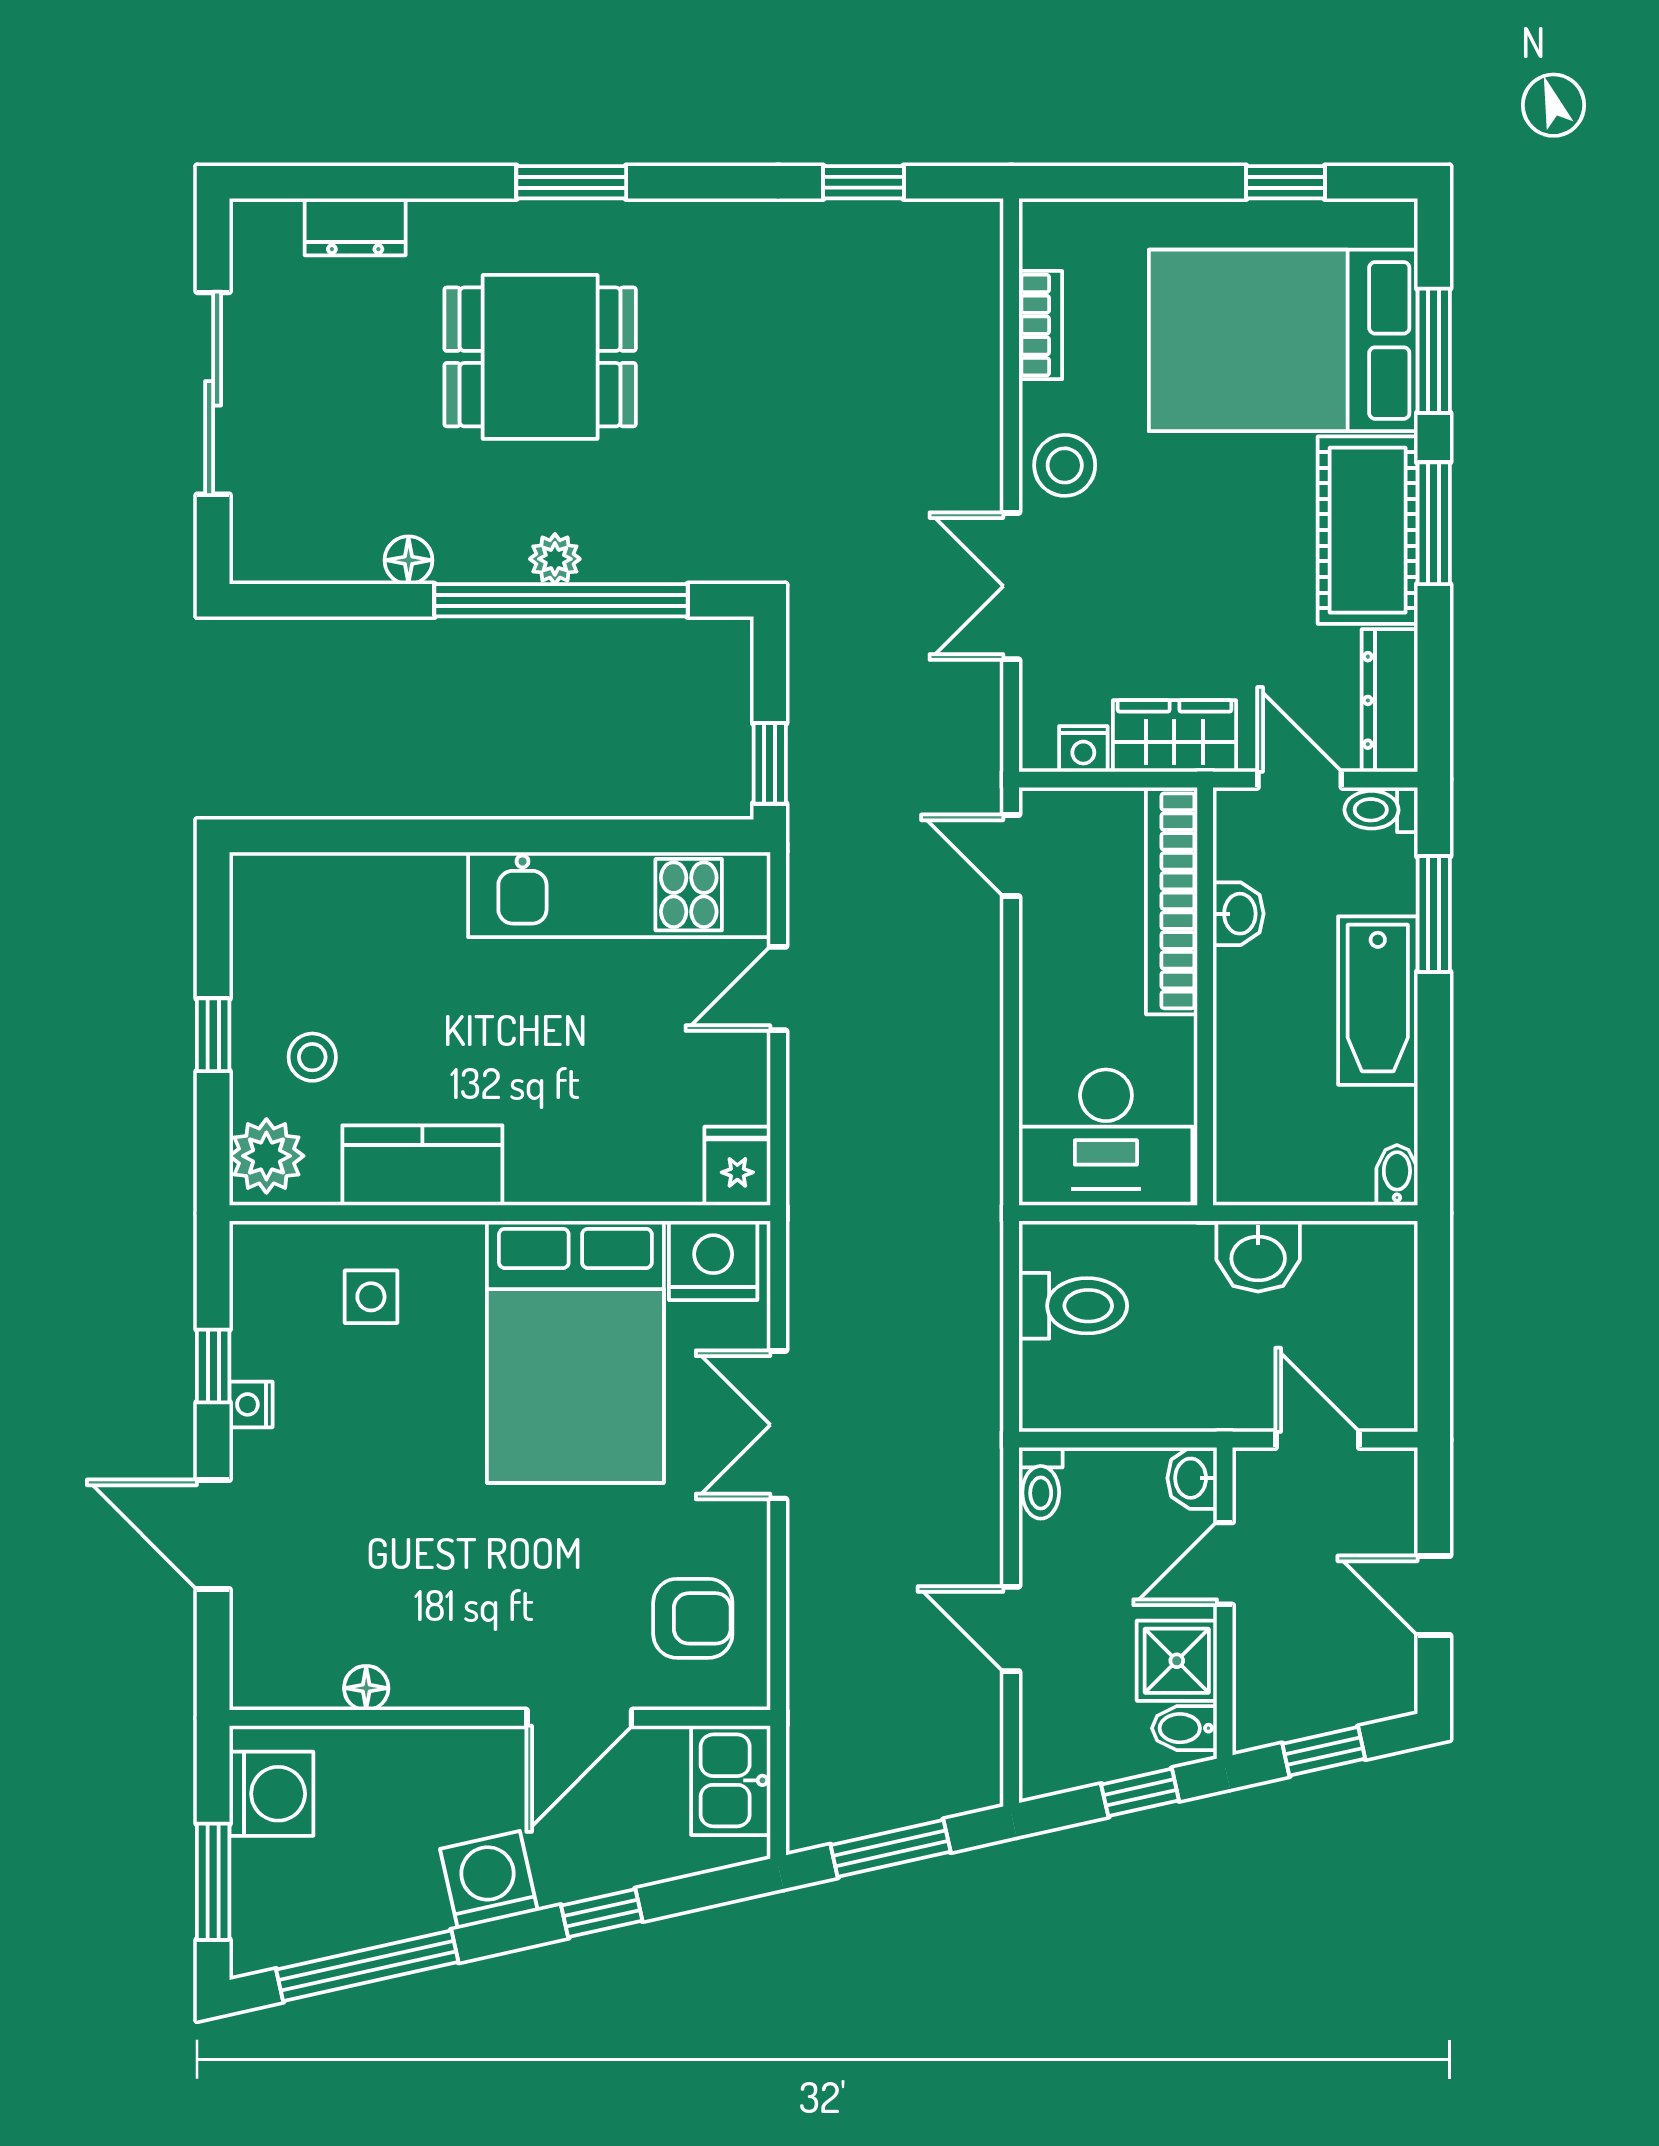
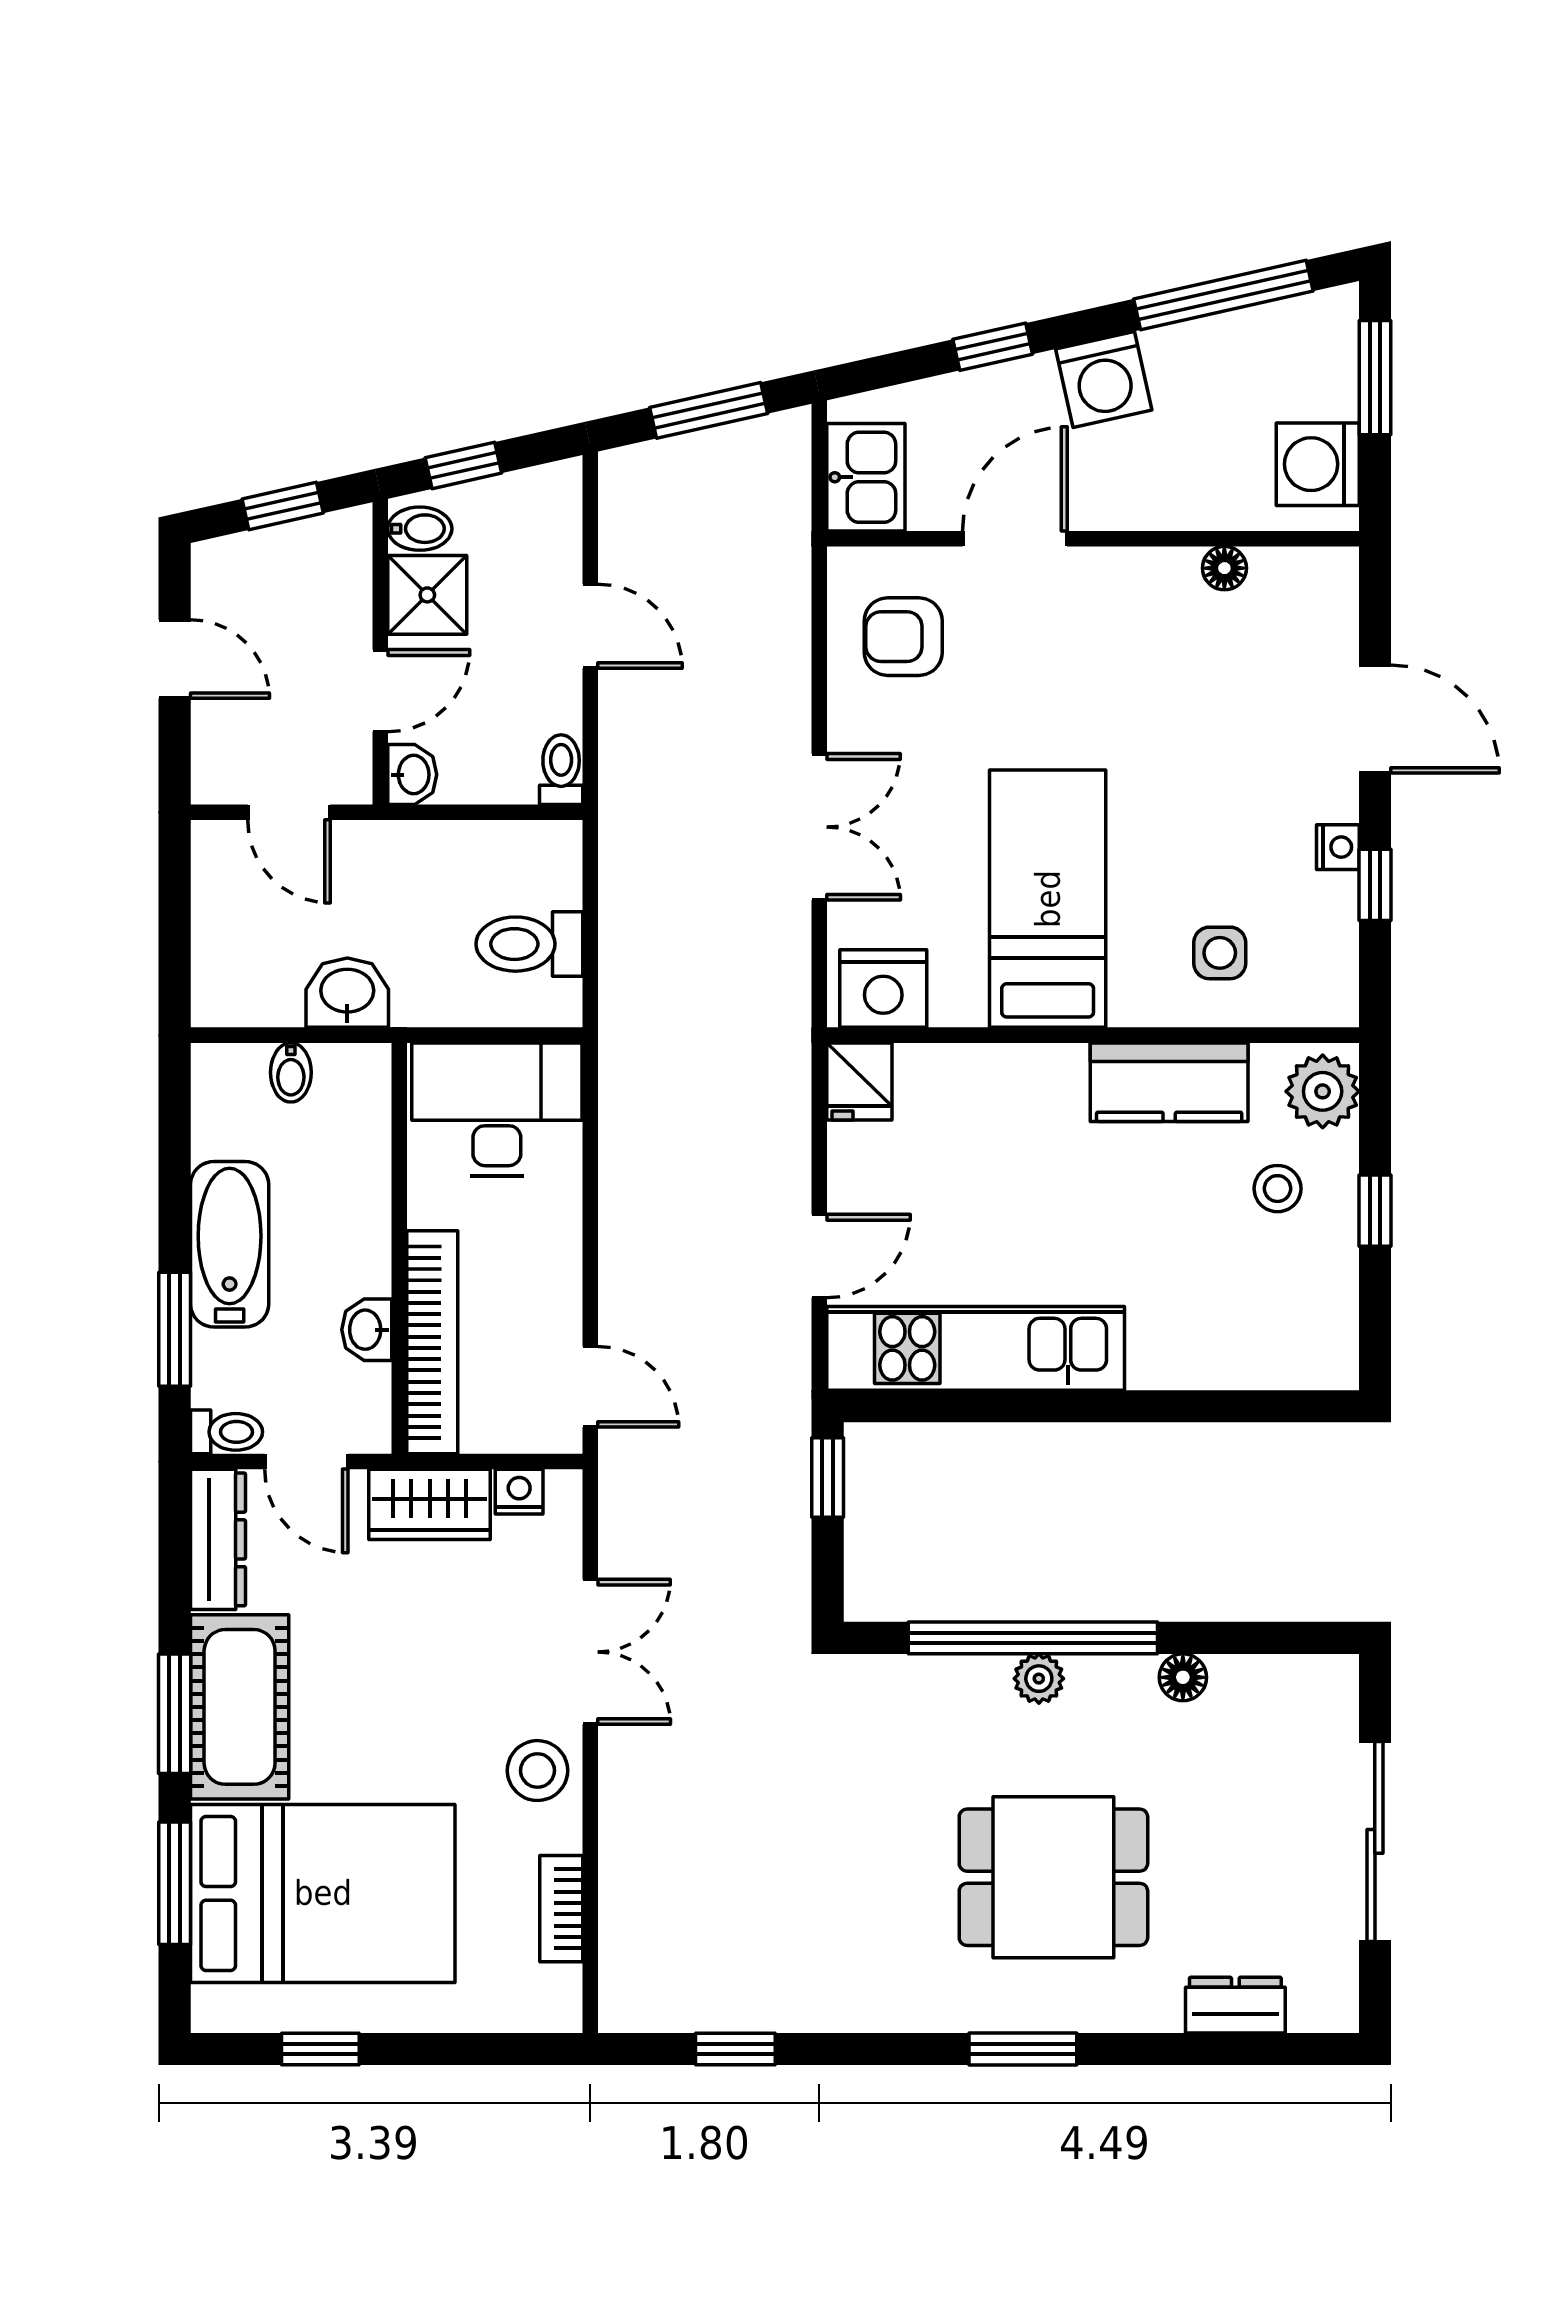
bidet: (1397, 1175) -> (291, 1072), moved
bed: (575, 1352) -> (1048, 899), width x0.67

